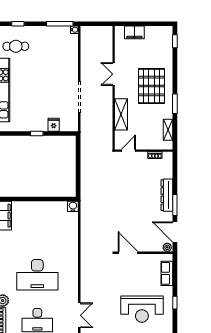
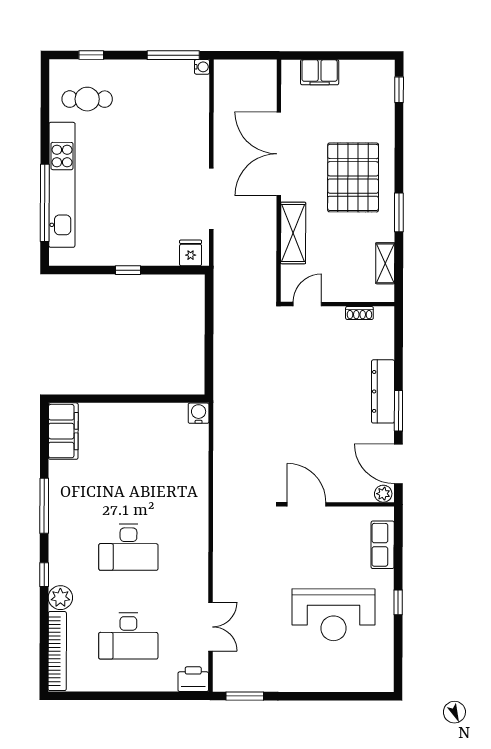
double door: (114, 74) -> (279, 154), width x1.87
fridge: (54, 125) -> (191, 253), moved
desk: (37, 275) -> (128, 547), width x0.73, depth x0.77

